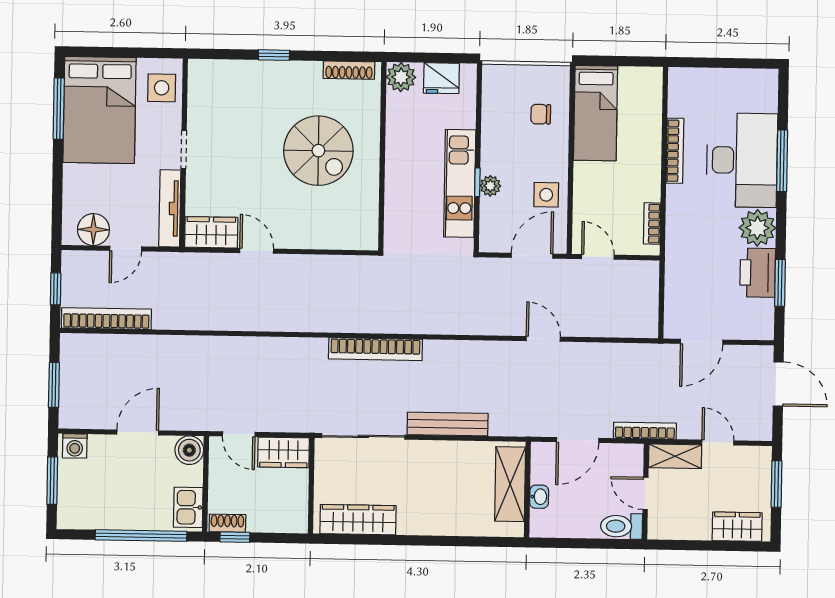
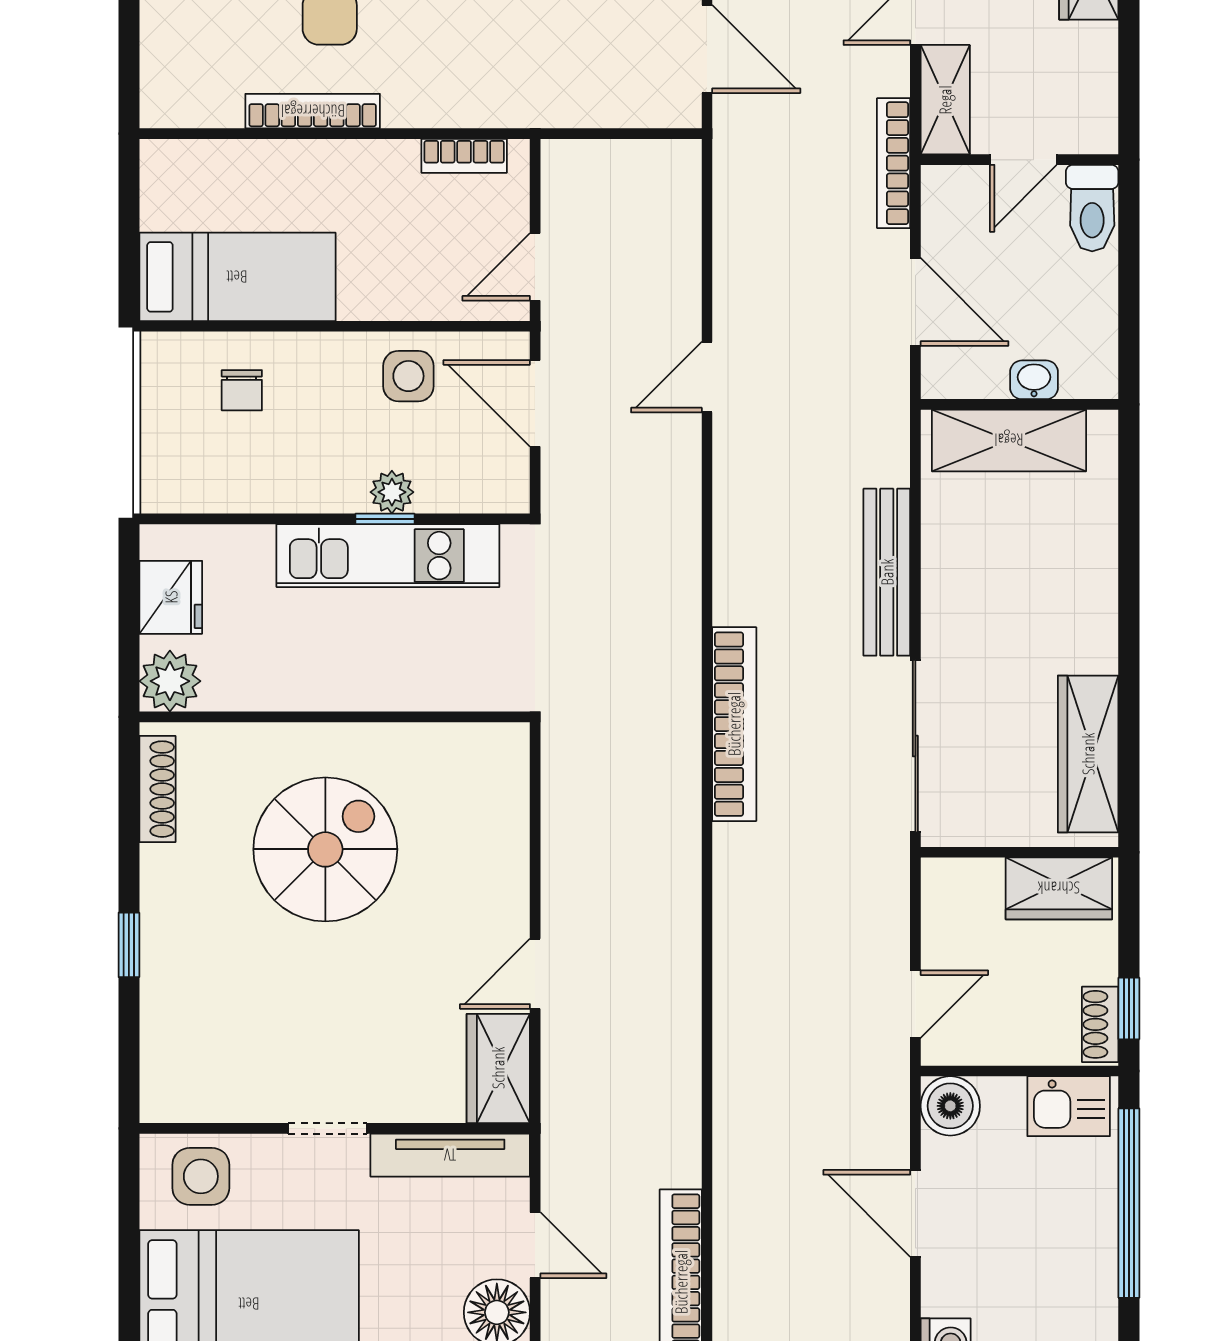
wardrobe: (283, 452) -> (1059, 888), moved, turned 90

